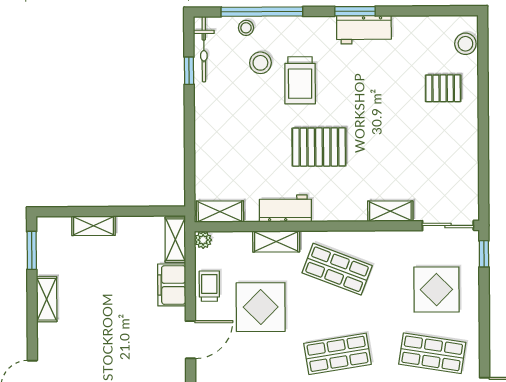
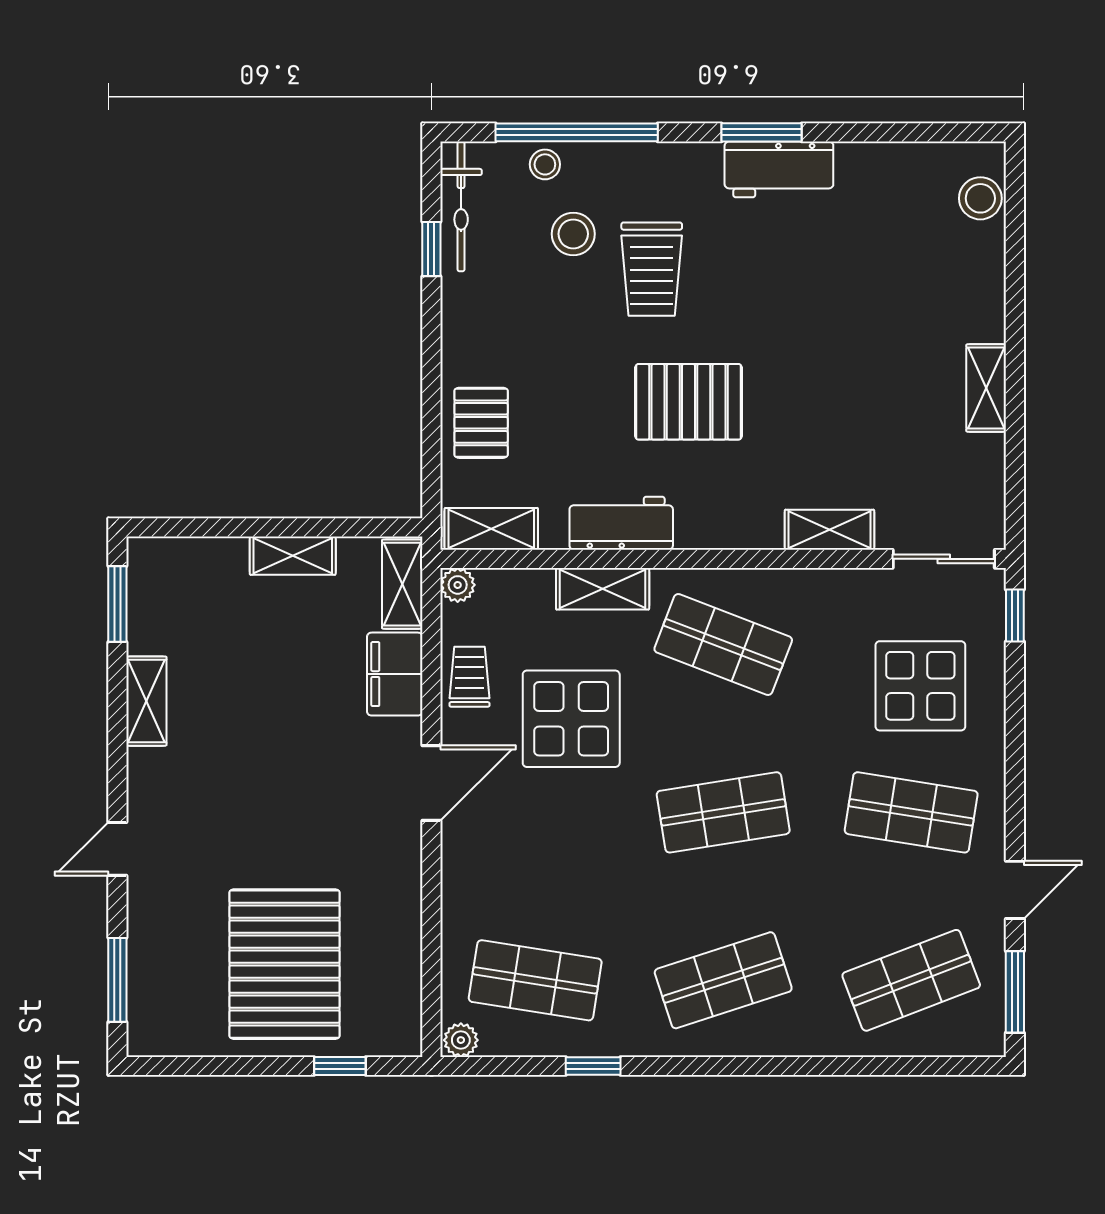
pallet: (443, 88) -> (481, 423), moved, turned 90
shelving: (469, 139) -> (986, 388), added
shelving: (94, 226) -> (293, 556), moved

